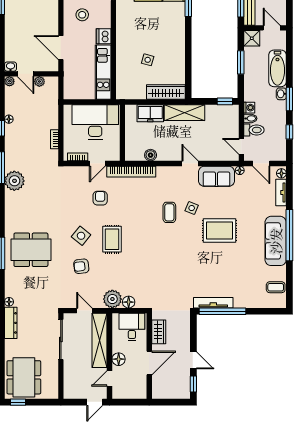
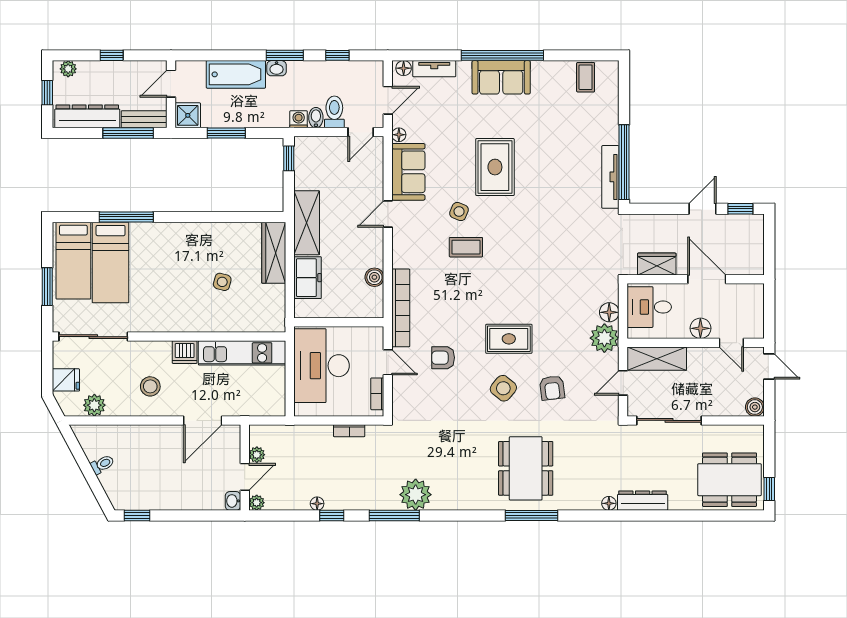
sofa: (276, 241) -> (501, 77), width x0.73
shelving: (100, 340) -> (657, 359), width x0.68
boiler: (69, 393) -> (755, 407), added

